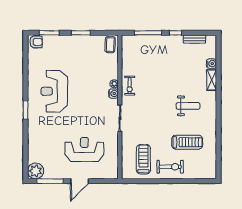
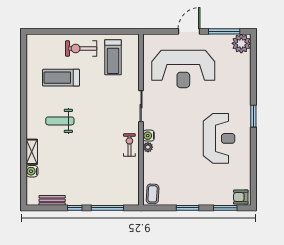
reception desk: (84, 149) -> (183, 69), width x1.36, depth x1.30

